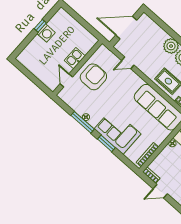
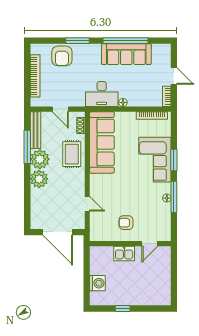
washing machine: (46, 33) -> (97, 283), moved, turned 90
armchair: (93, 77) -> (126, 223), width x0.53, depth x0.53

